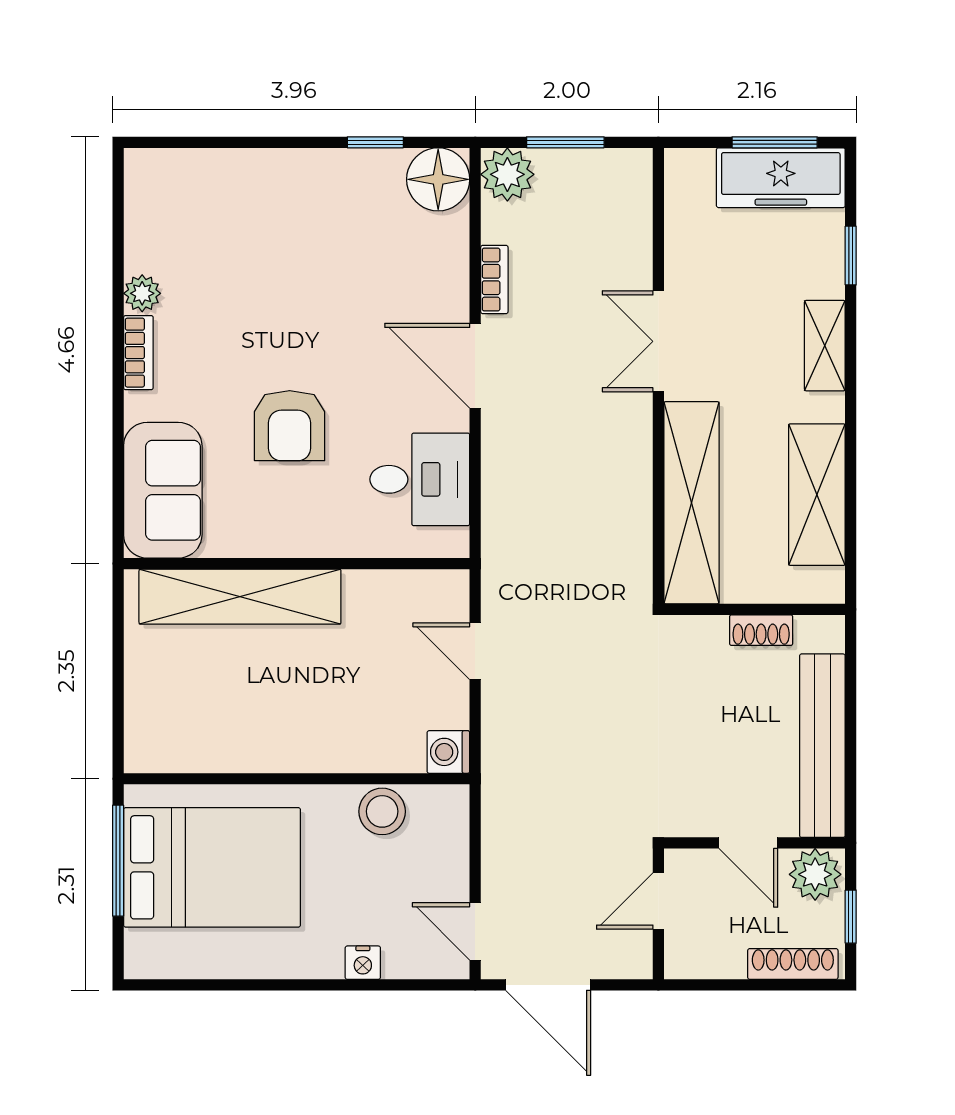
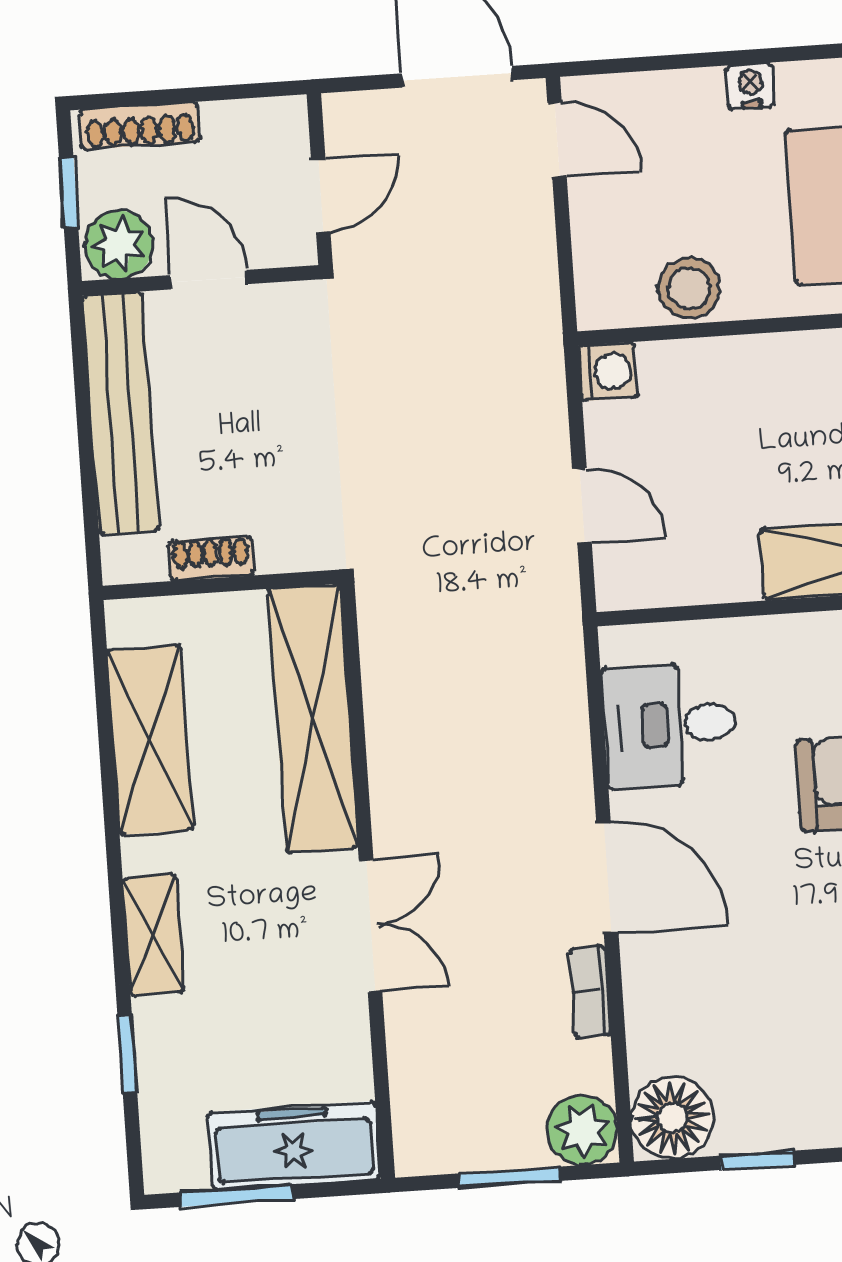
freezer: (781, 178) -> (294, 1146), moved
nightstand: (363, 963) -> (751, 86), moved

